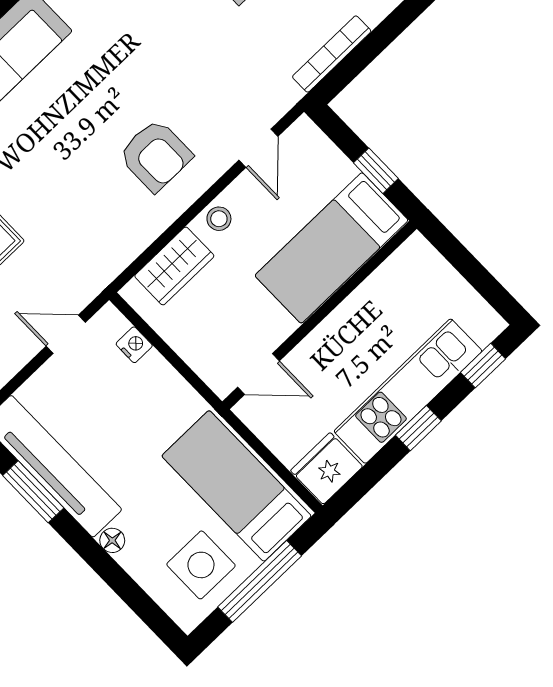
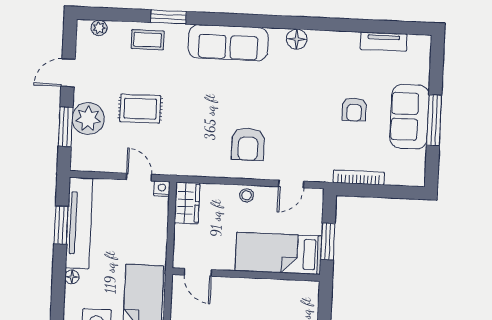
window: (376, 171) -> (328, 241), width x1.50
wardrobe: (174, 266) -> (187, 203), moved, turned -90
nightstand: (134, 345) -> (162, 189), moved, turned -90

